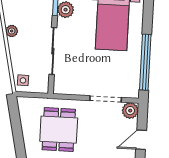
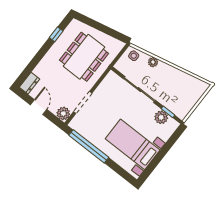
plant: (12, 31) -> (153, 62), moved
dining table: (59, 130) -> (84, 57), width x1.38

